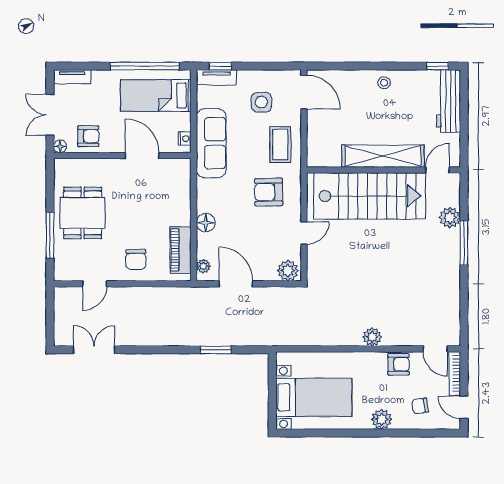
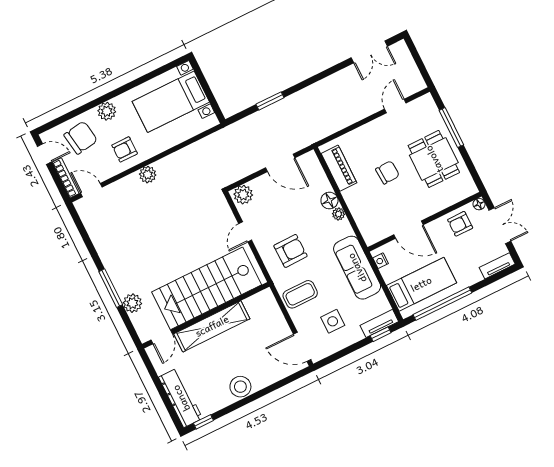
stool: (384, 83) -> (240, 387), width x1.89, depth x1.89
coffee table: (280, 145) -> (300, 294), turned 90
chair: (136, 259) -> (387, 172), moved, turned 87
plant: (203, 266) -> (339, 214), moved
armchair: (398, 364) -> (125, 149), moved
chair: (420, 406) -> (81, 138), width x1.87, depth x1.87

